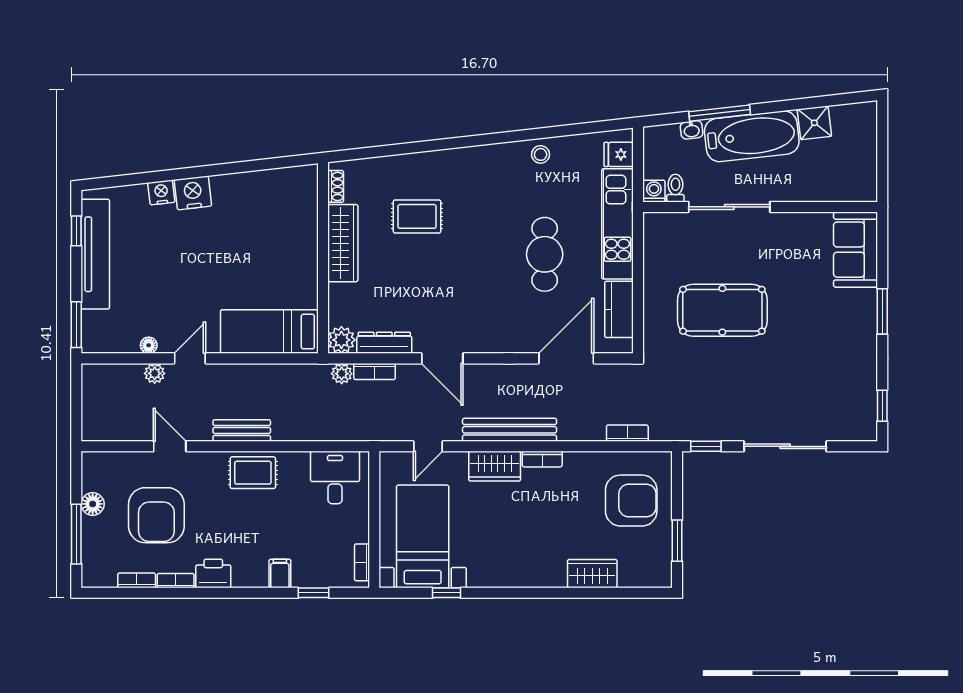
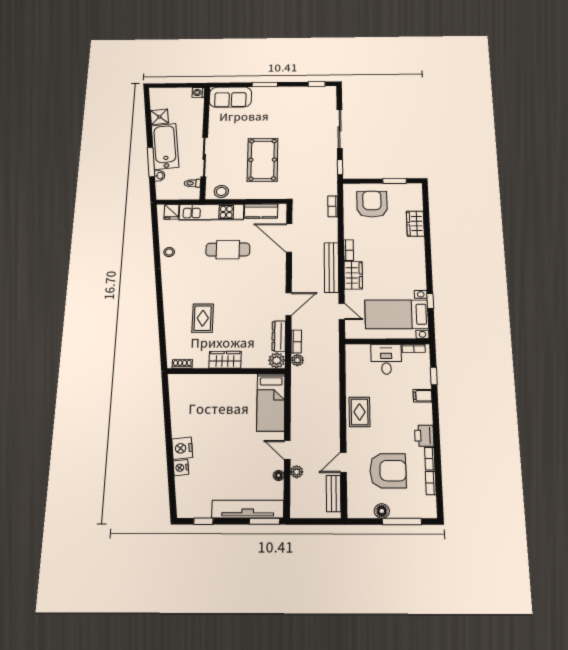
washing machine: (654, 191) -> (198, 92), moved
stool: (659, 239) -> (221, 191), added
wardrobe: (343, 243) -> (225, 360), width x0.67
tv unit: (95, 254) -> (248, 509), moved
bench: (242, 430) -> (334, 494), moved
desk: (335, 478) -> (386, 359), moved, turned 90

